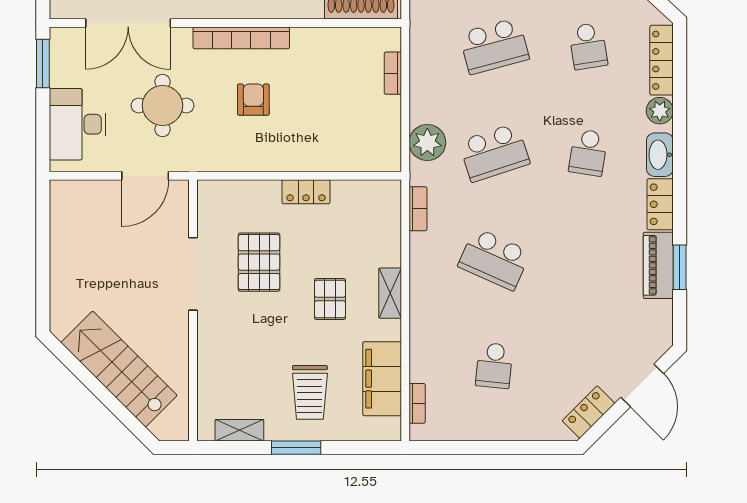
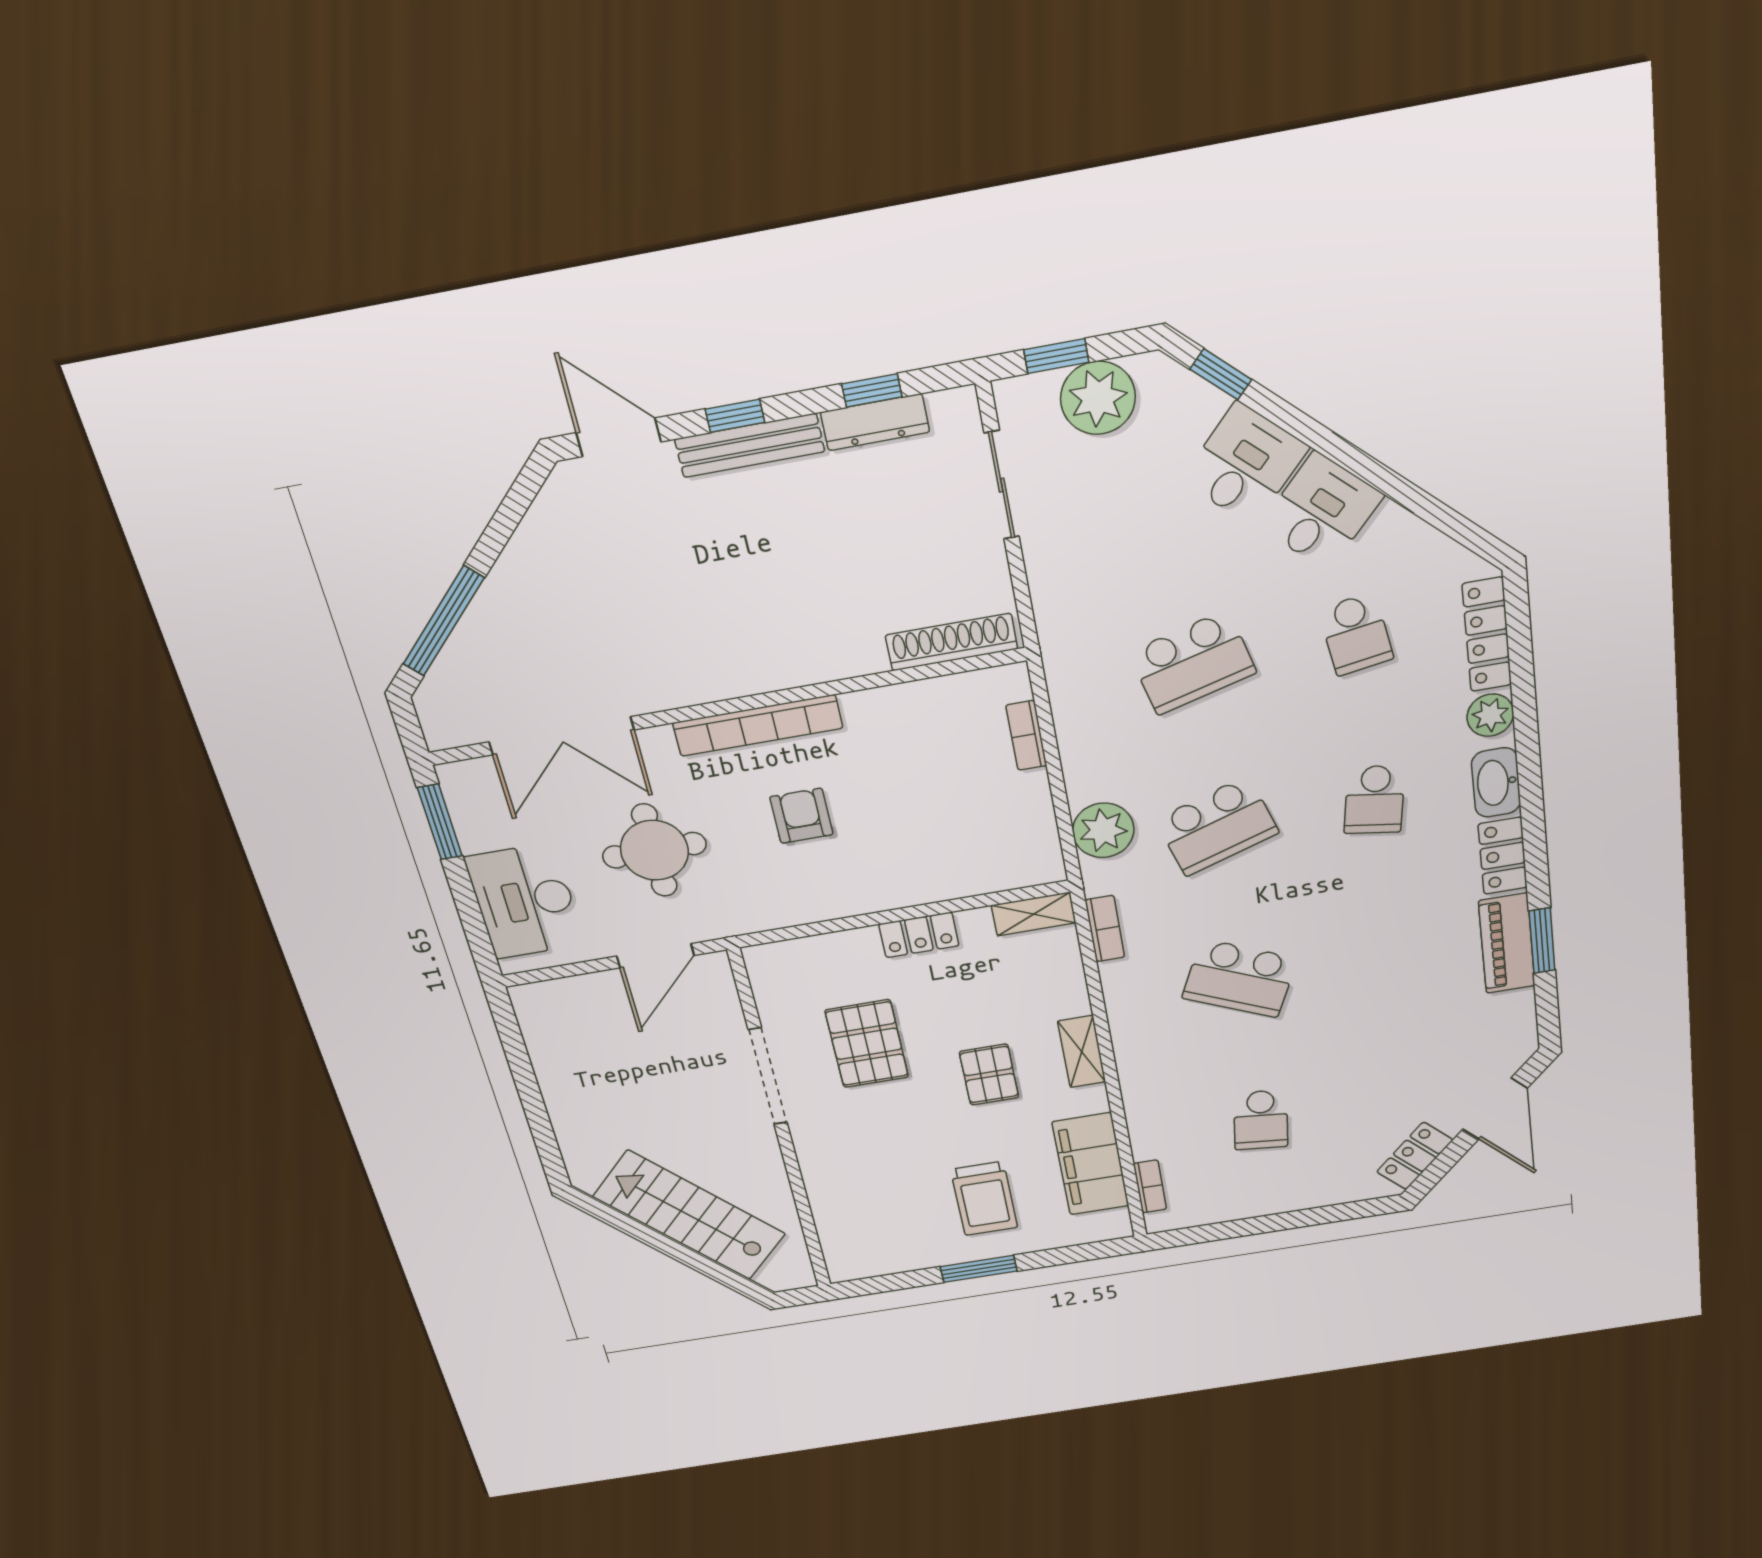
shelving: (239, 430) -> (1034, 914), moved

